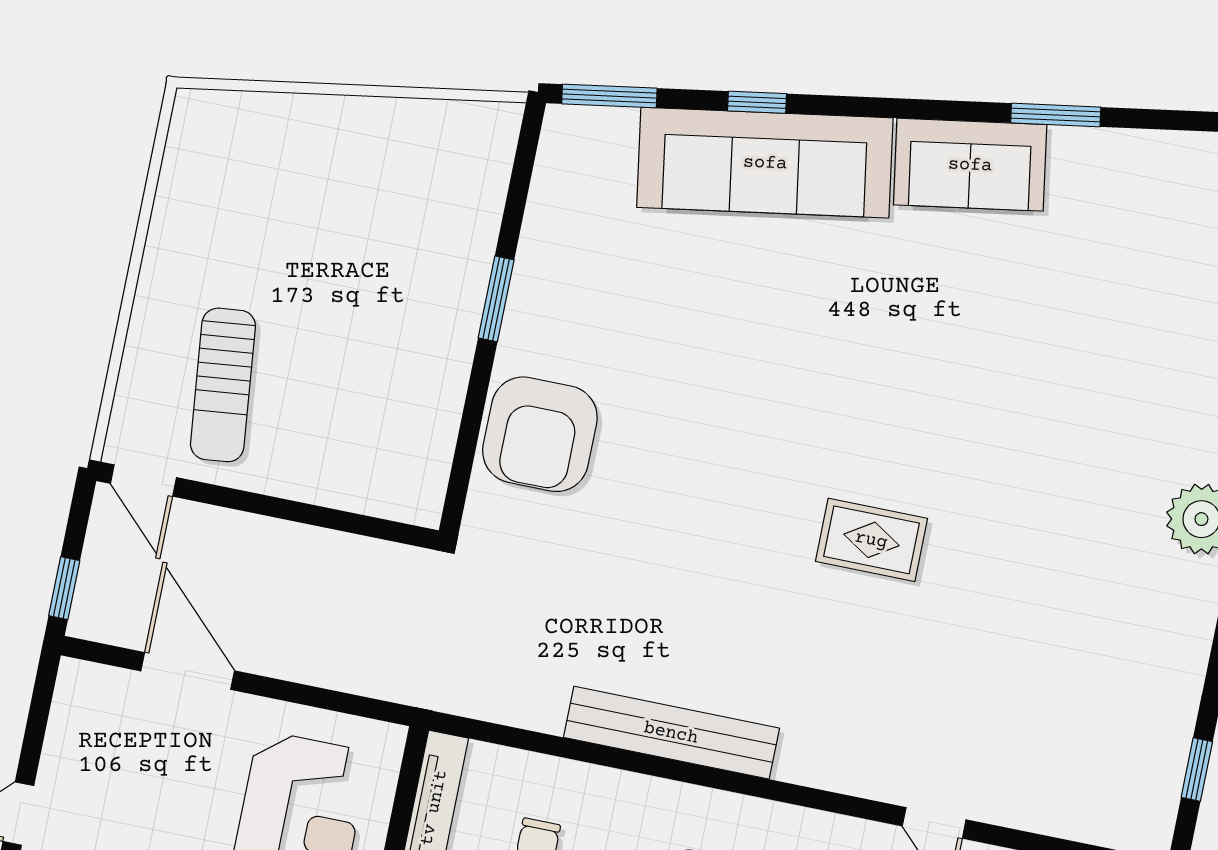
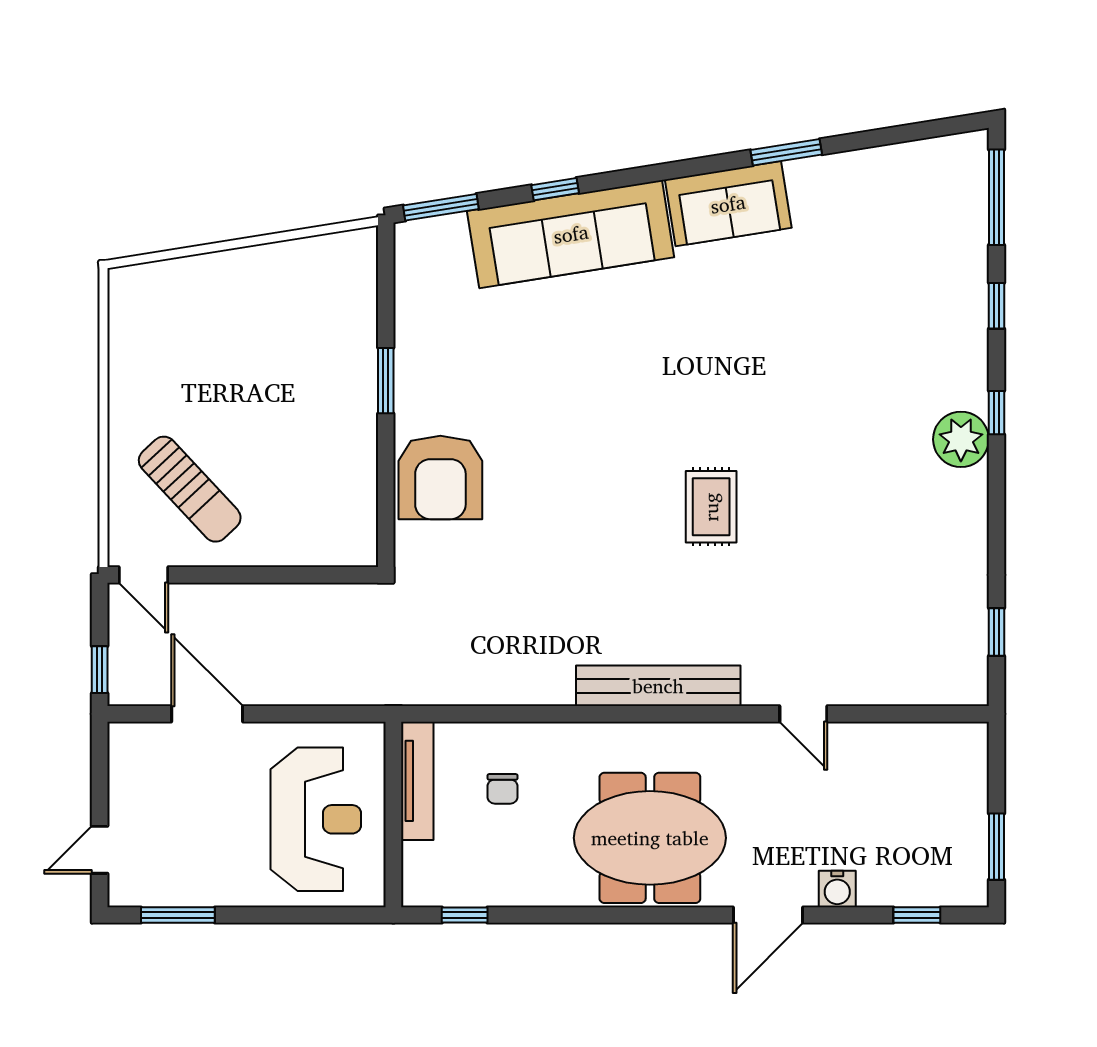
sun lounger: (223, 385) -> (190, 489), turned -37
rug: (871, 540) -> (711, 507), turned 90
bench: (671, 733) -> (658, 686), moved

